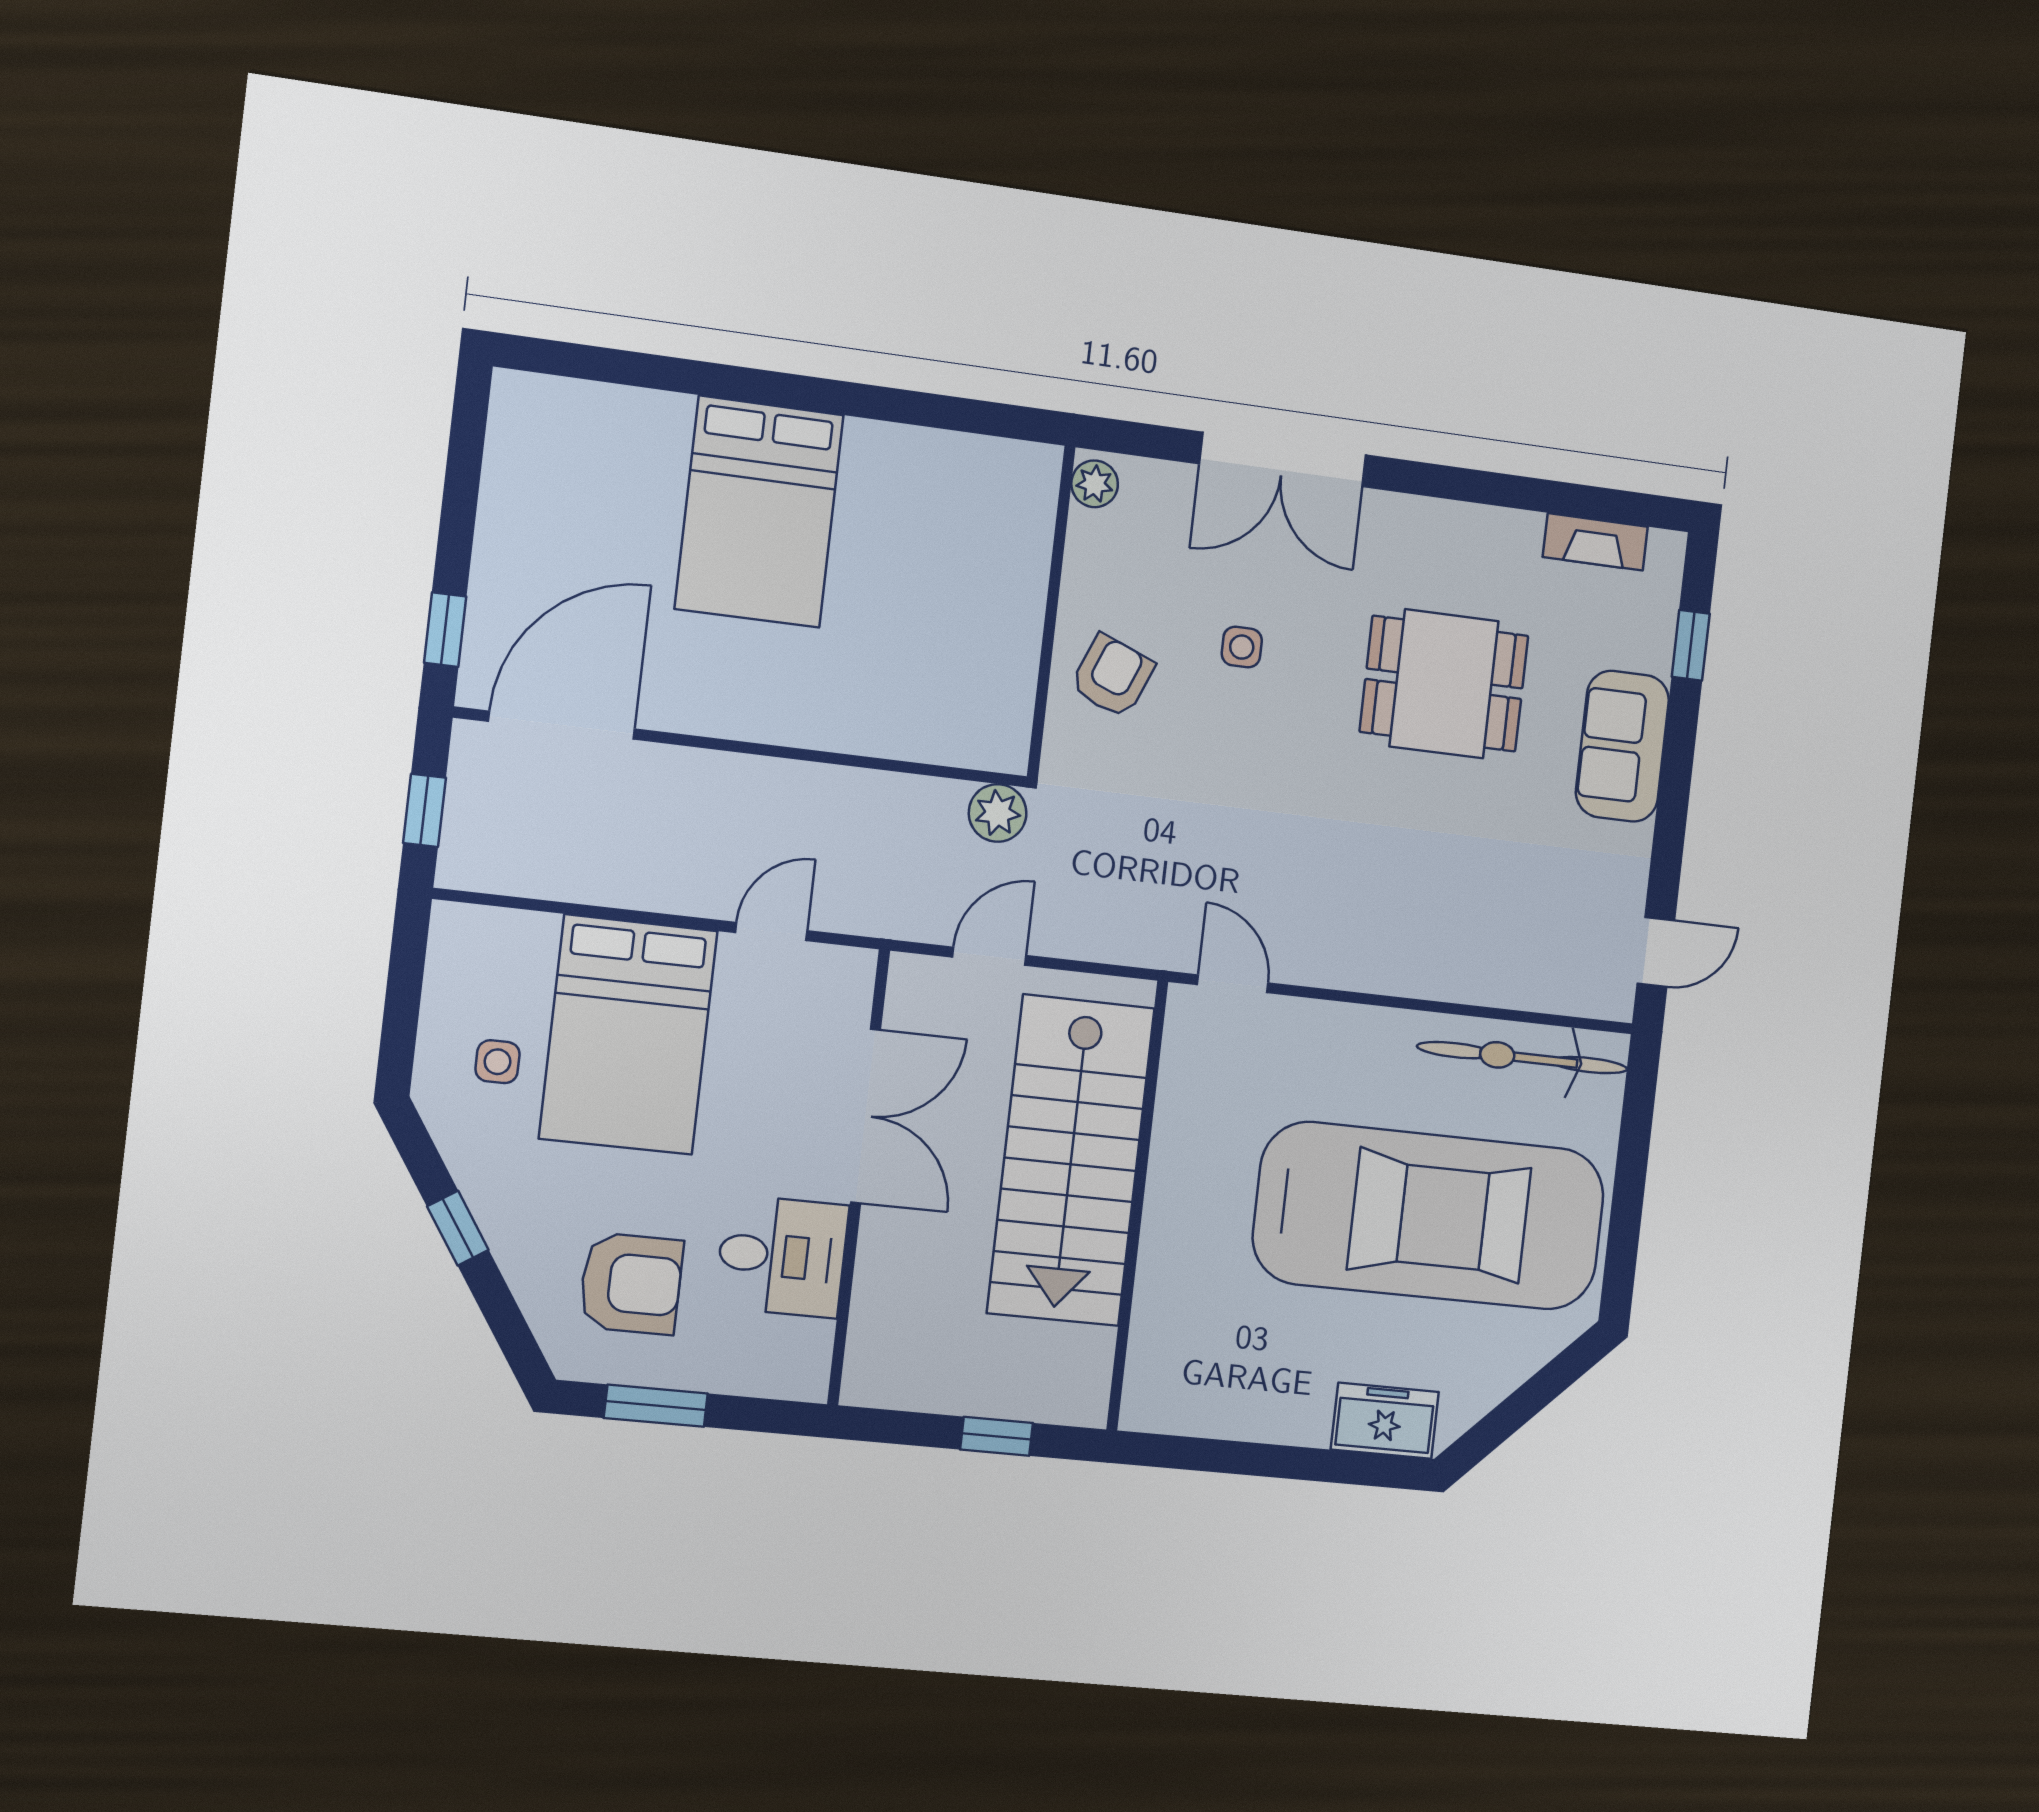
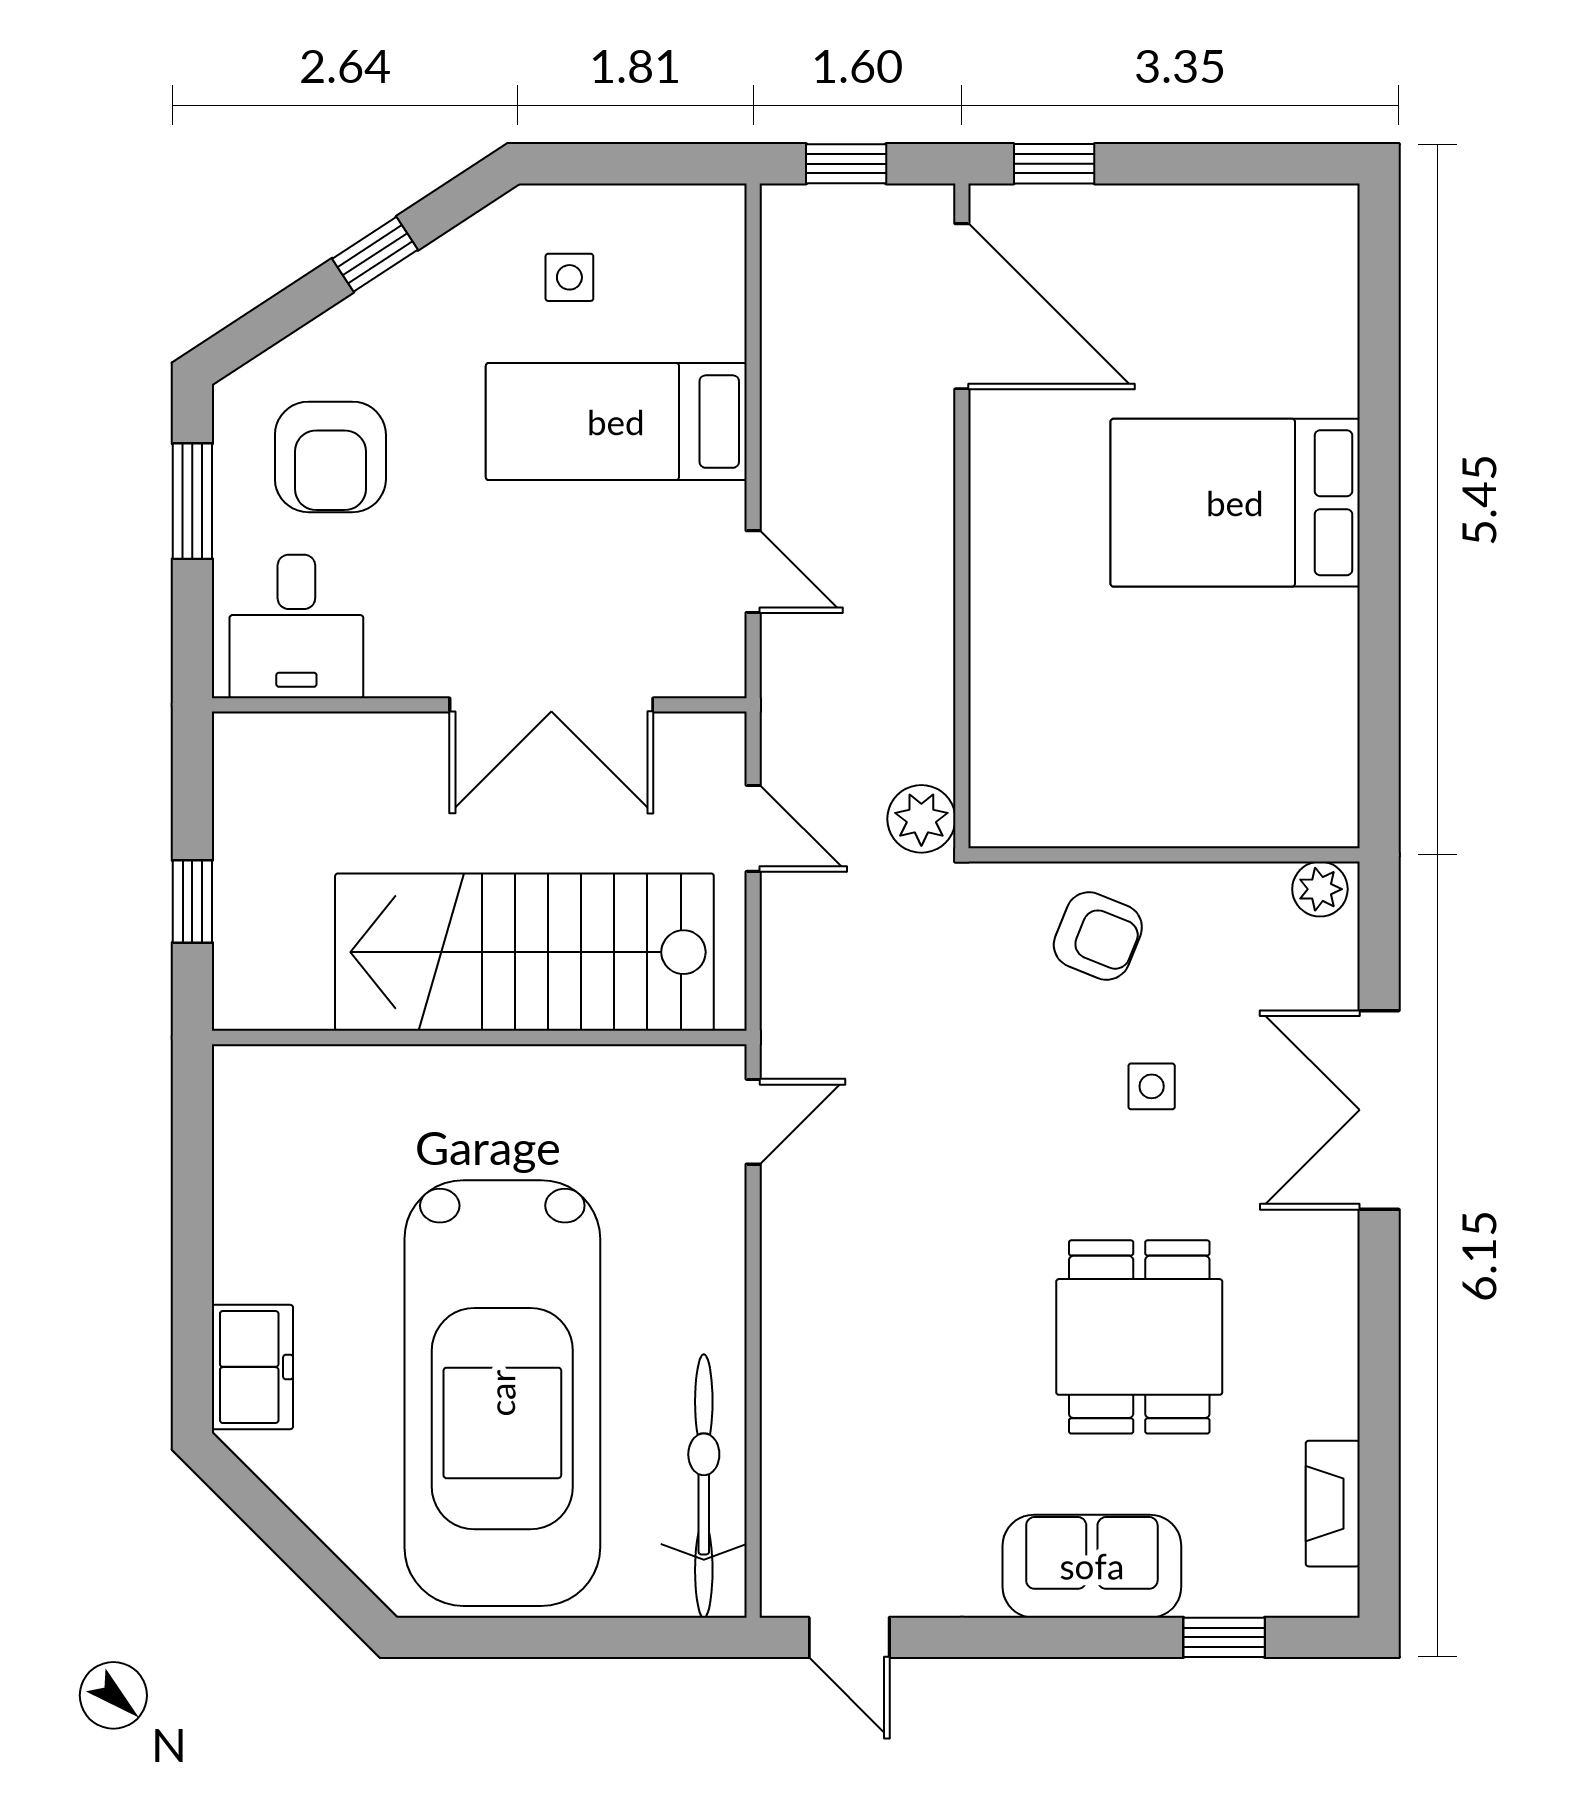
bed: (628, 1035) -> (616, 422), width x0.67
desk: (782, 1256) -> (296, 626), moved

